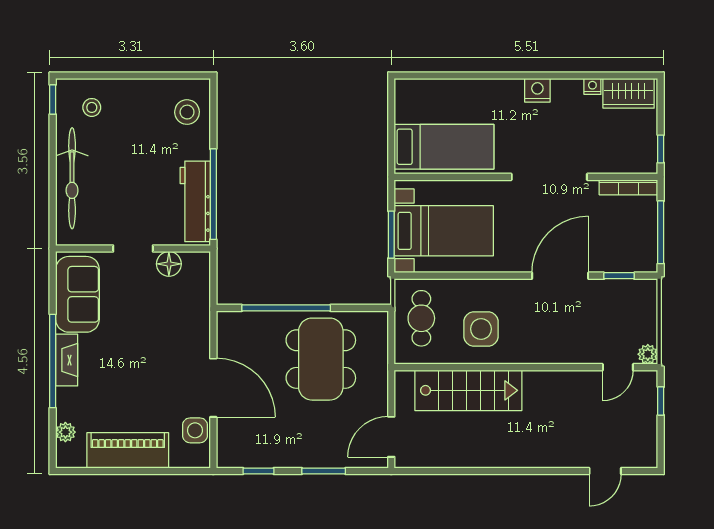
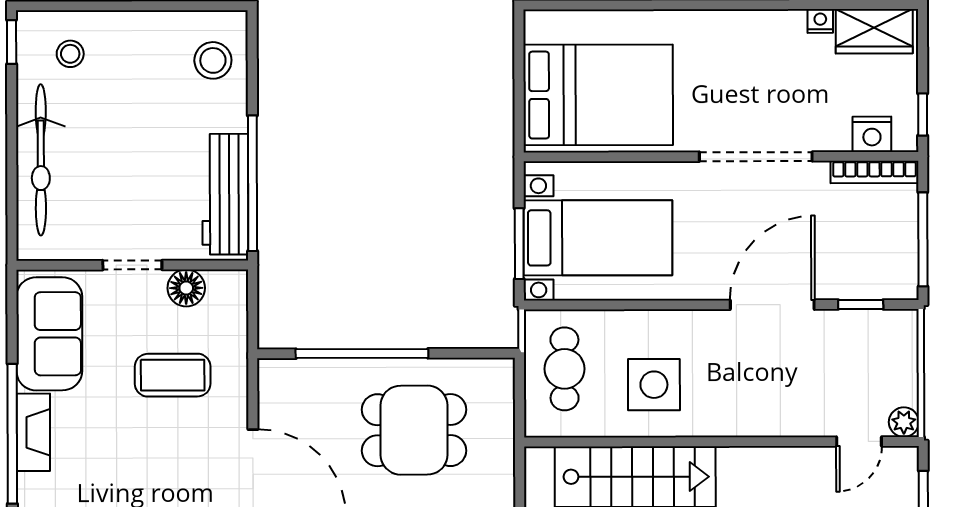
nightstand: (537, 90) -> (872, 134), moved, turned 180
bed: (444, 147) -> (598, 95), width x1.50
coffee table: (160, 322) -> (173, 375), added
dining table: (321, 359) -> (414, 430), width x0.73

